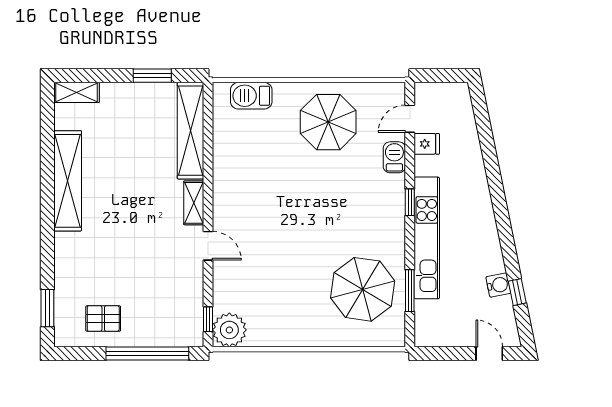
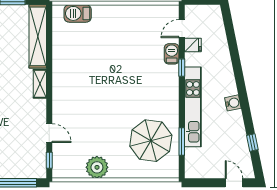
parasol: (328, 122) -> (128, 31), removed
window: (410, 202) -> (182, 68), moved
door: (208, 246) -> (49, 133), moved
water cooler: (498, 285) -> (233, 103), moved
plant: (229, 330) -> (97, 167), moved

